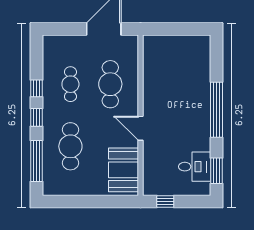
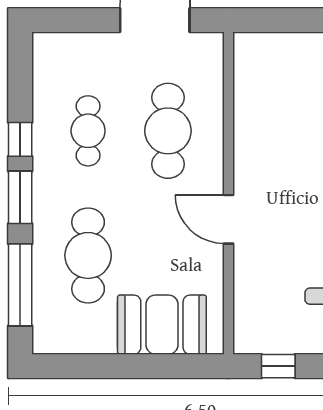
window: (37, 117) -> (20, 197), width x1.50
booth: (123, 170) -> (162, 325), moved, turned 90

